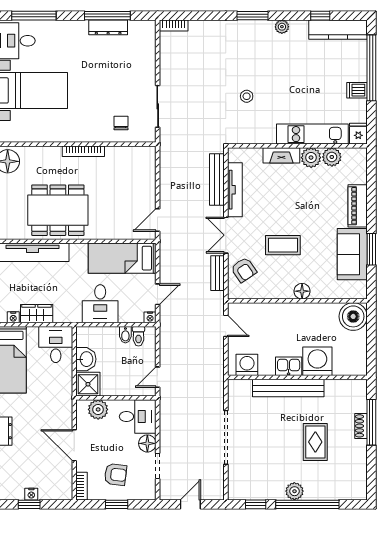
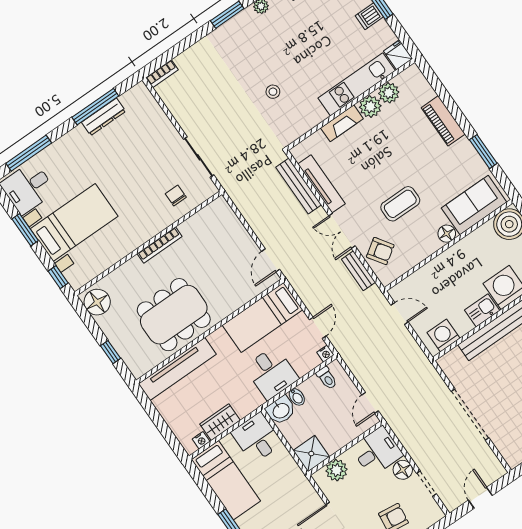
sofa: (352, 254) -> (474, 205), moved, turned 90
bidet: (125, 335) -> (297, 397), moved
washbasin: (86, 359) -> (281, 410), moved, turned 90

